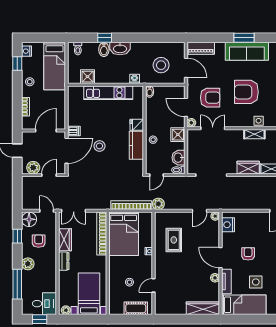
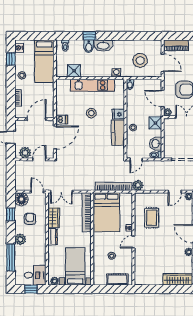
stool: (99, 146) -> (91, 113), moved
door: (154, 285) -> (133, 242), moved

